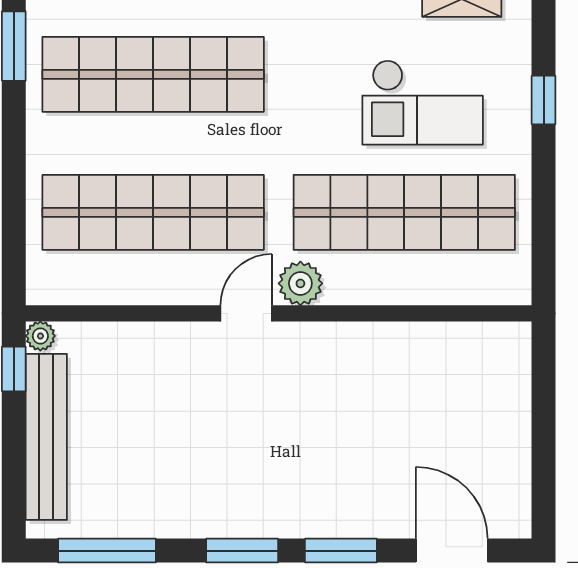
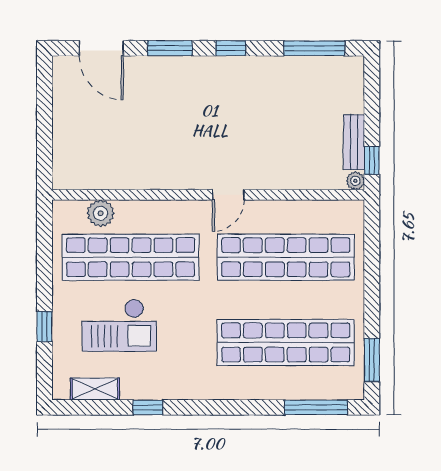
checkout: (423, 102) -> (119, 325), turned 180
plant: (300, 283) -> (101, 213), moved
bench: (46, 437) -> (354, 142), width x0.54, depth x0.82
window: (242, 551) -> (231, 48), width x0.67

